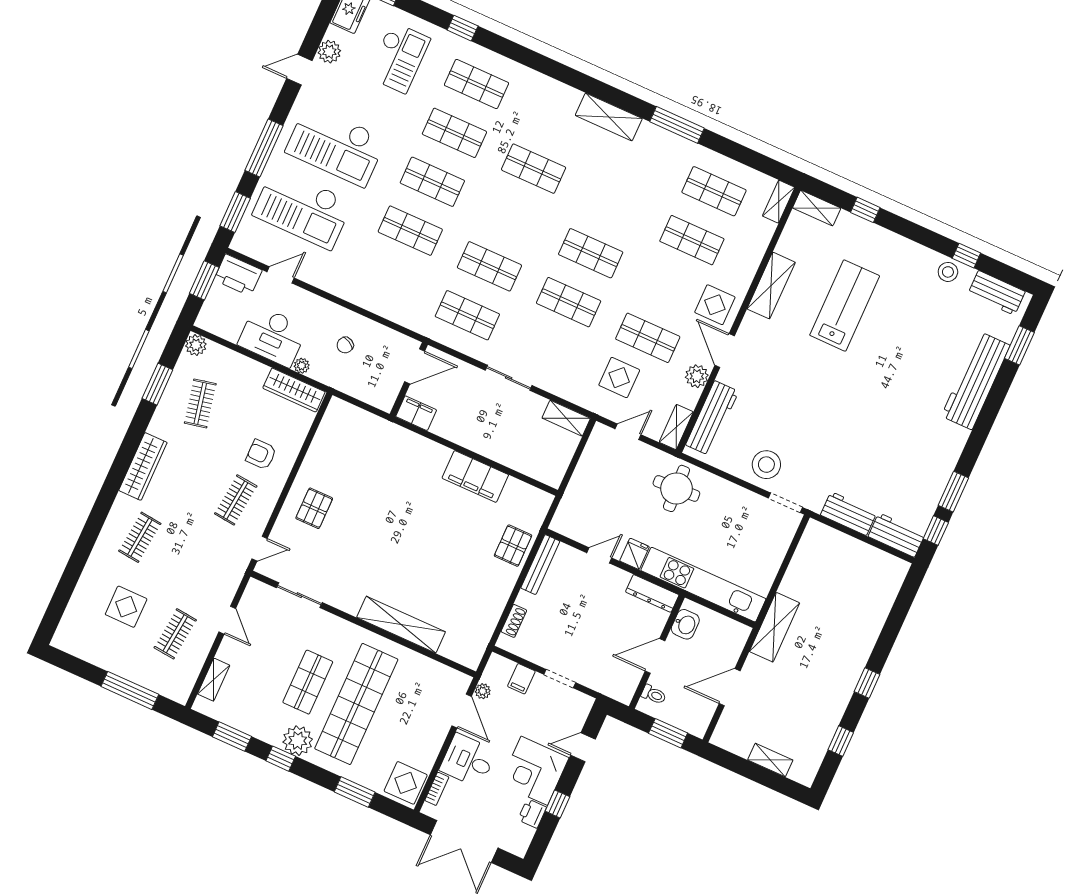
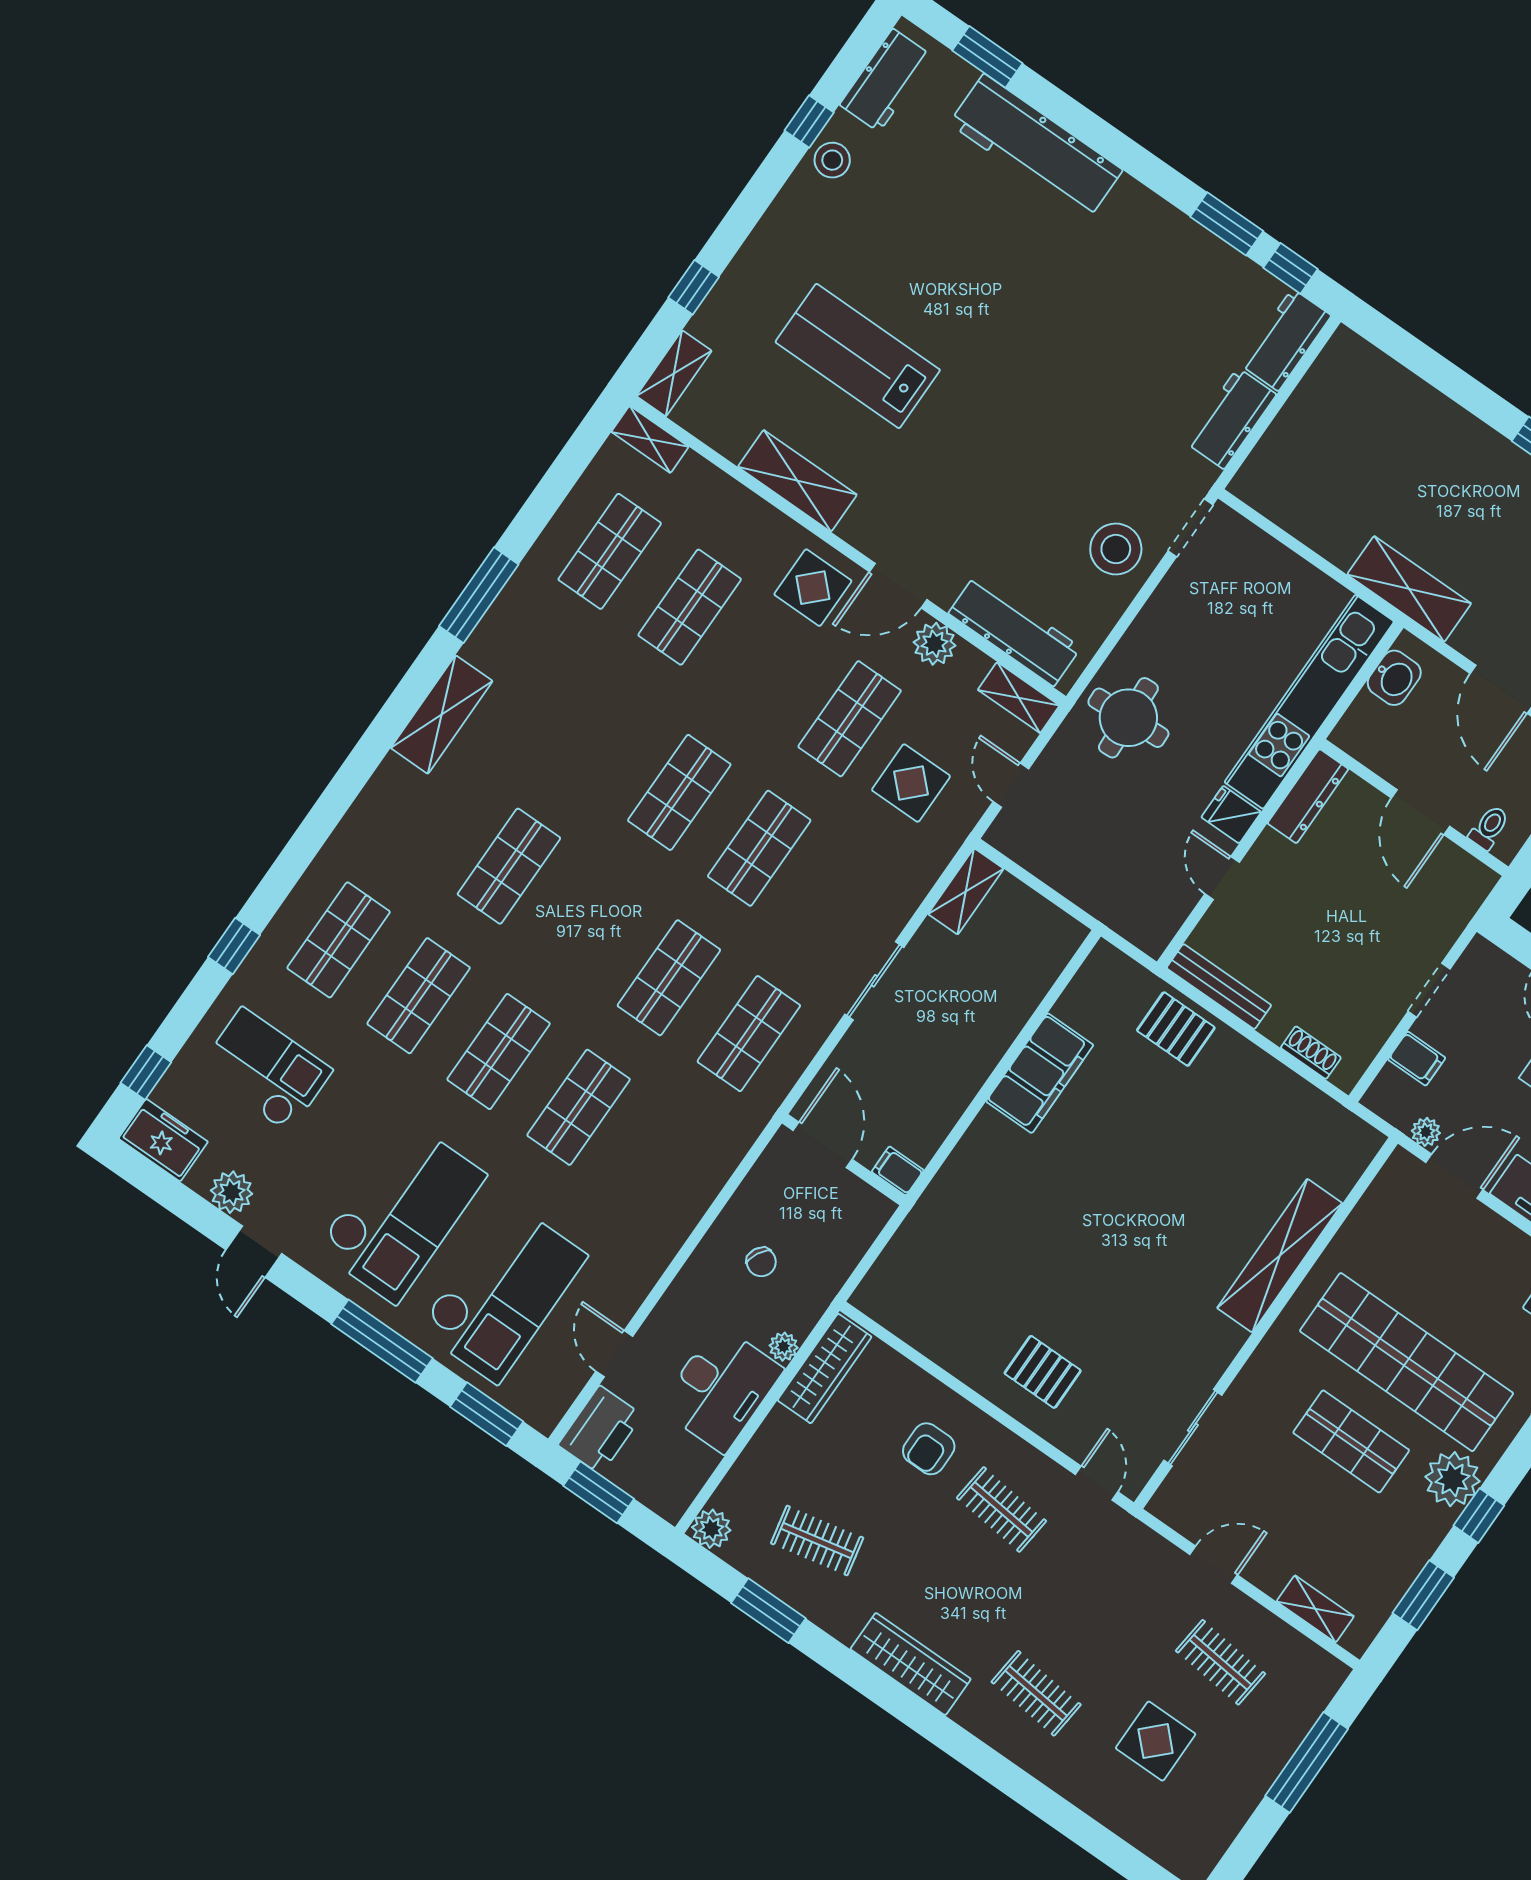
filing cabinet: (416, 413) -> (898, 1171), width x0.50
washbasin: (685, 624) -> (1394, 678), moved, turned 90

